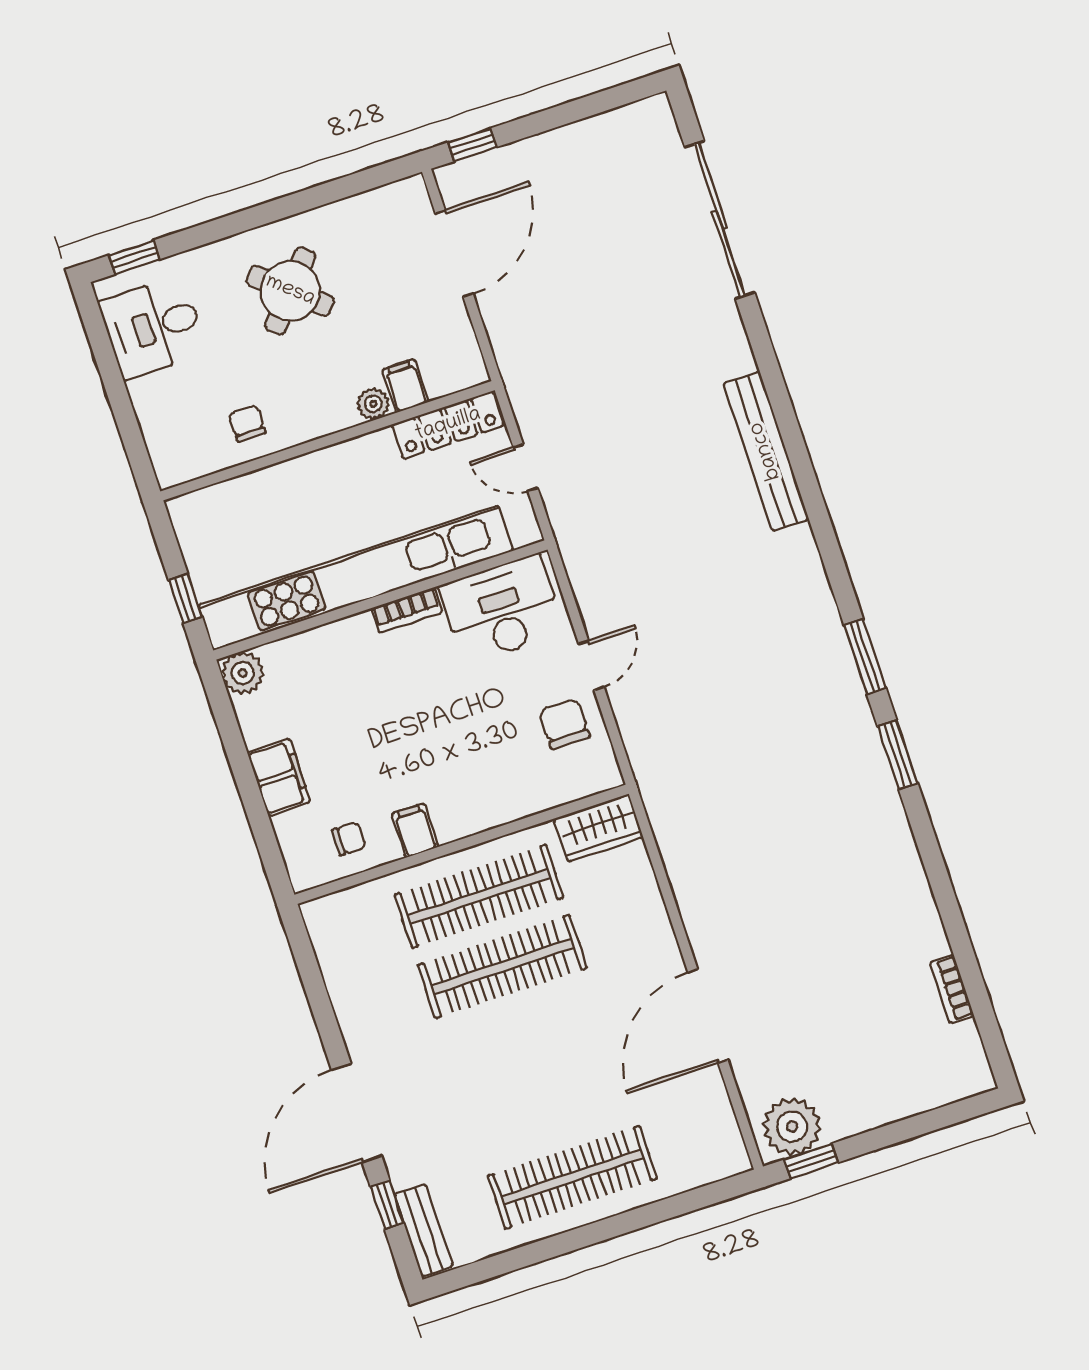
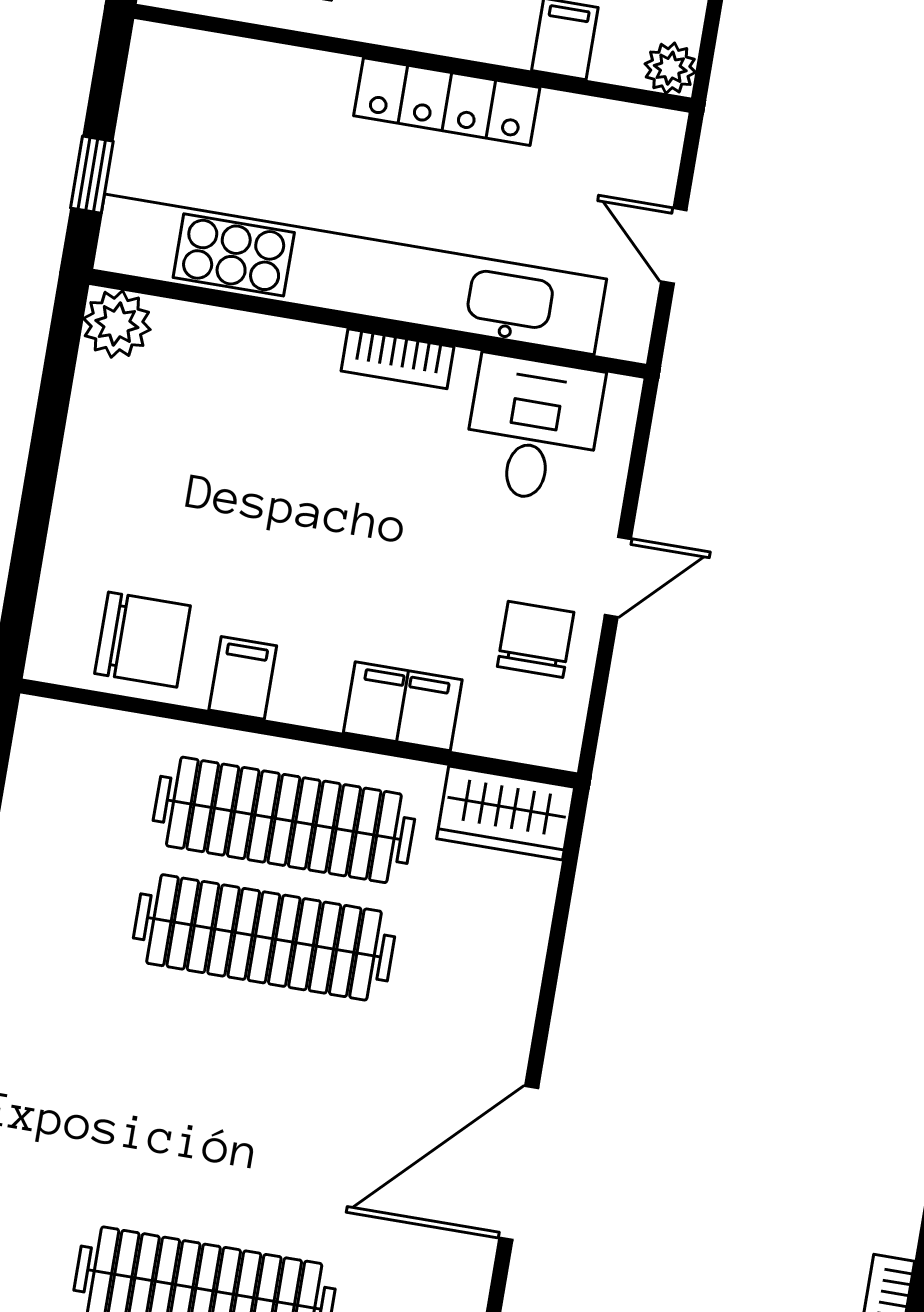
plant: (373, 404) -> (670, 68), moved
locker: (448, 425) -> (447, 102), moved
desk: (502, 609) -> (533, 429), width x0.73
filing cabinet: (279, 777) -> (403, 706), moved, turned -90
chair: (349, 839) -> (143, 640), width x1.87, depth x1.87

